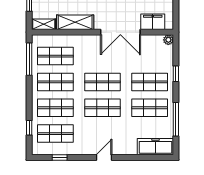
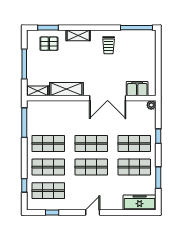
shop shelf: (55, 56) -> (48, 120), removed
window: (176, 119) -> (158, 178), width x0.69

